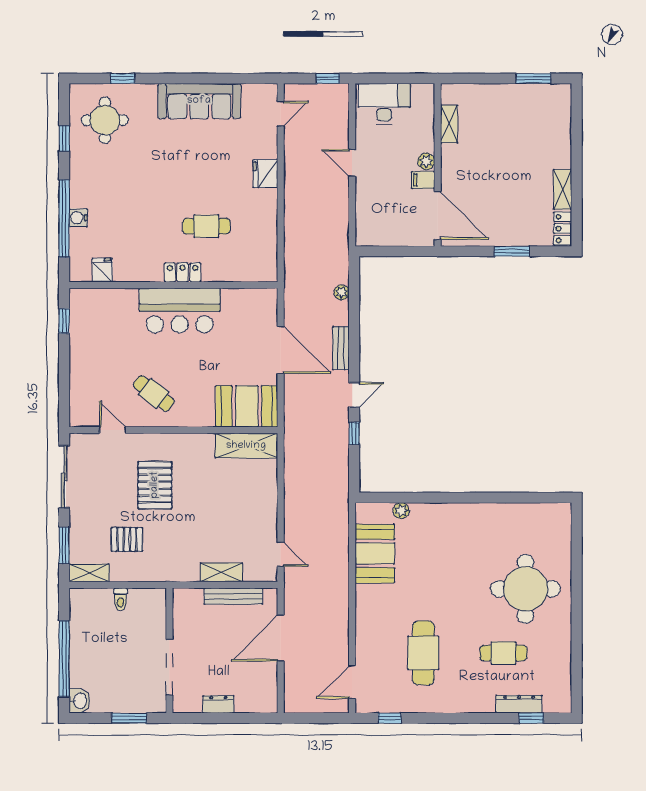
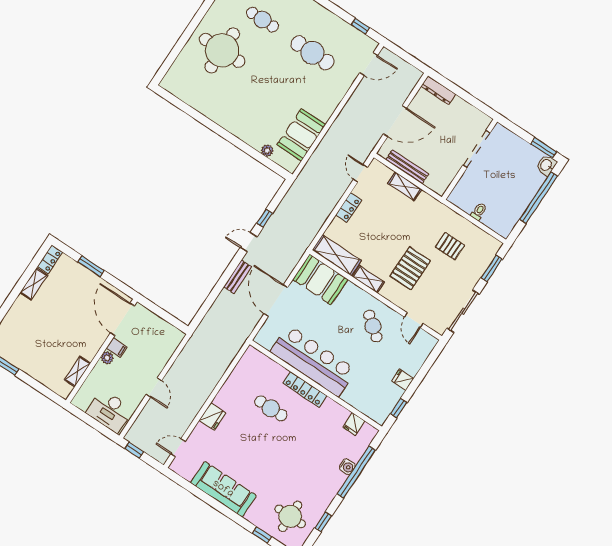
locker: (183, 272) -> (305, 389), width x1.53
plant: (342, 292) -> (214, 311), removed
bar counter: (180, 311) -> (313, 361), width x1.36
fridge: (81, 356) -> (403, 380), added
locker: (268, 507) -> (349, 208), added
shelving: (89, 573) -> (368, 279), moved
cafe table: (423, 653) -> (312, 53), turned 90
dresser: (218, 704) -> (438, 90), moved, width x1.44
window: (129, 718) -> (544, 148), moved

